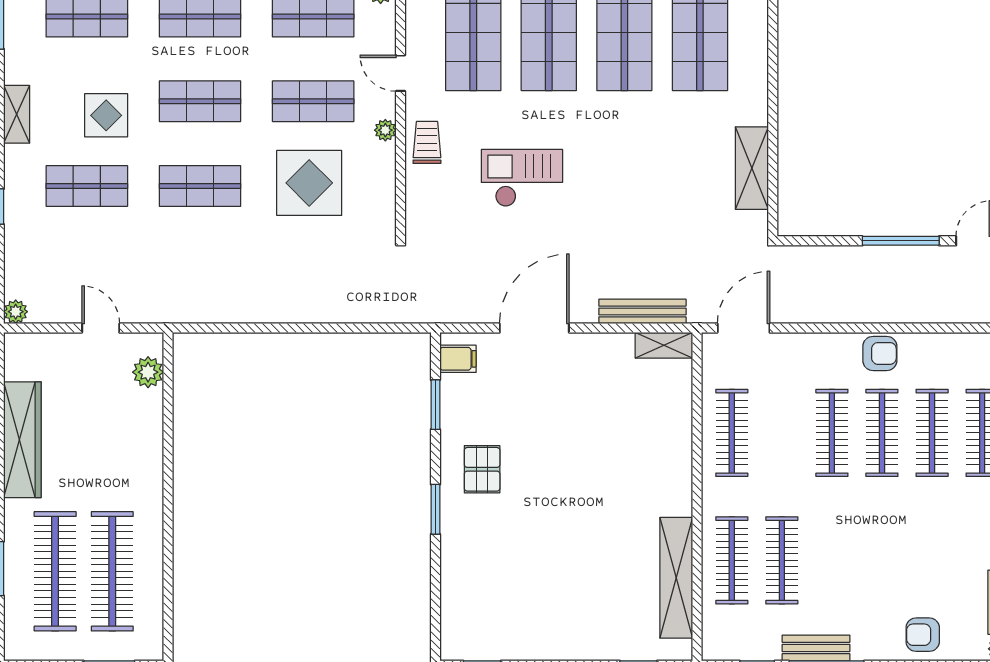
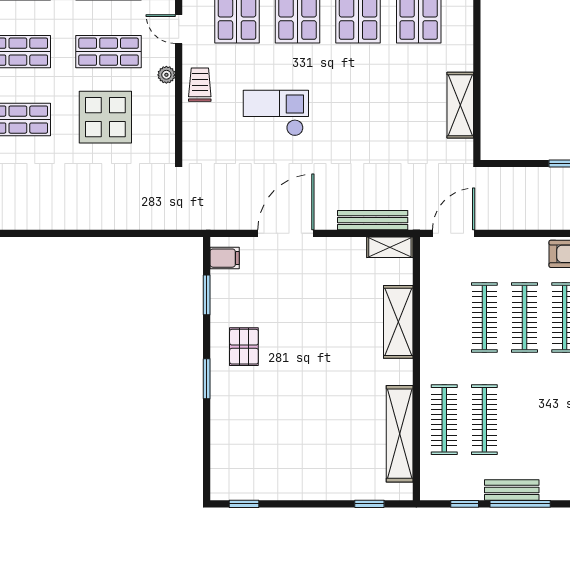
clothes rail: (732, 433) -> (484, 317), moved
shelving: (675, 438) -> (398, 322), added

